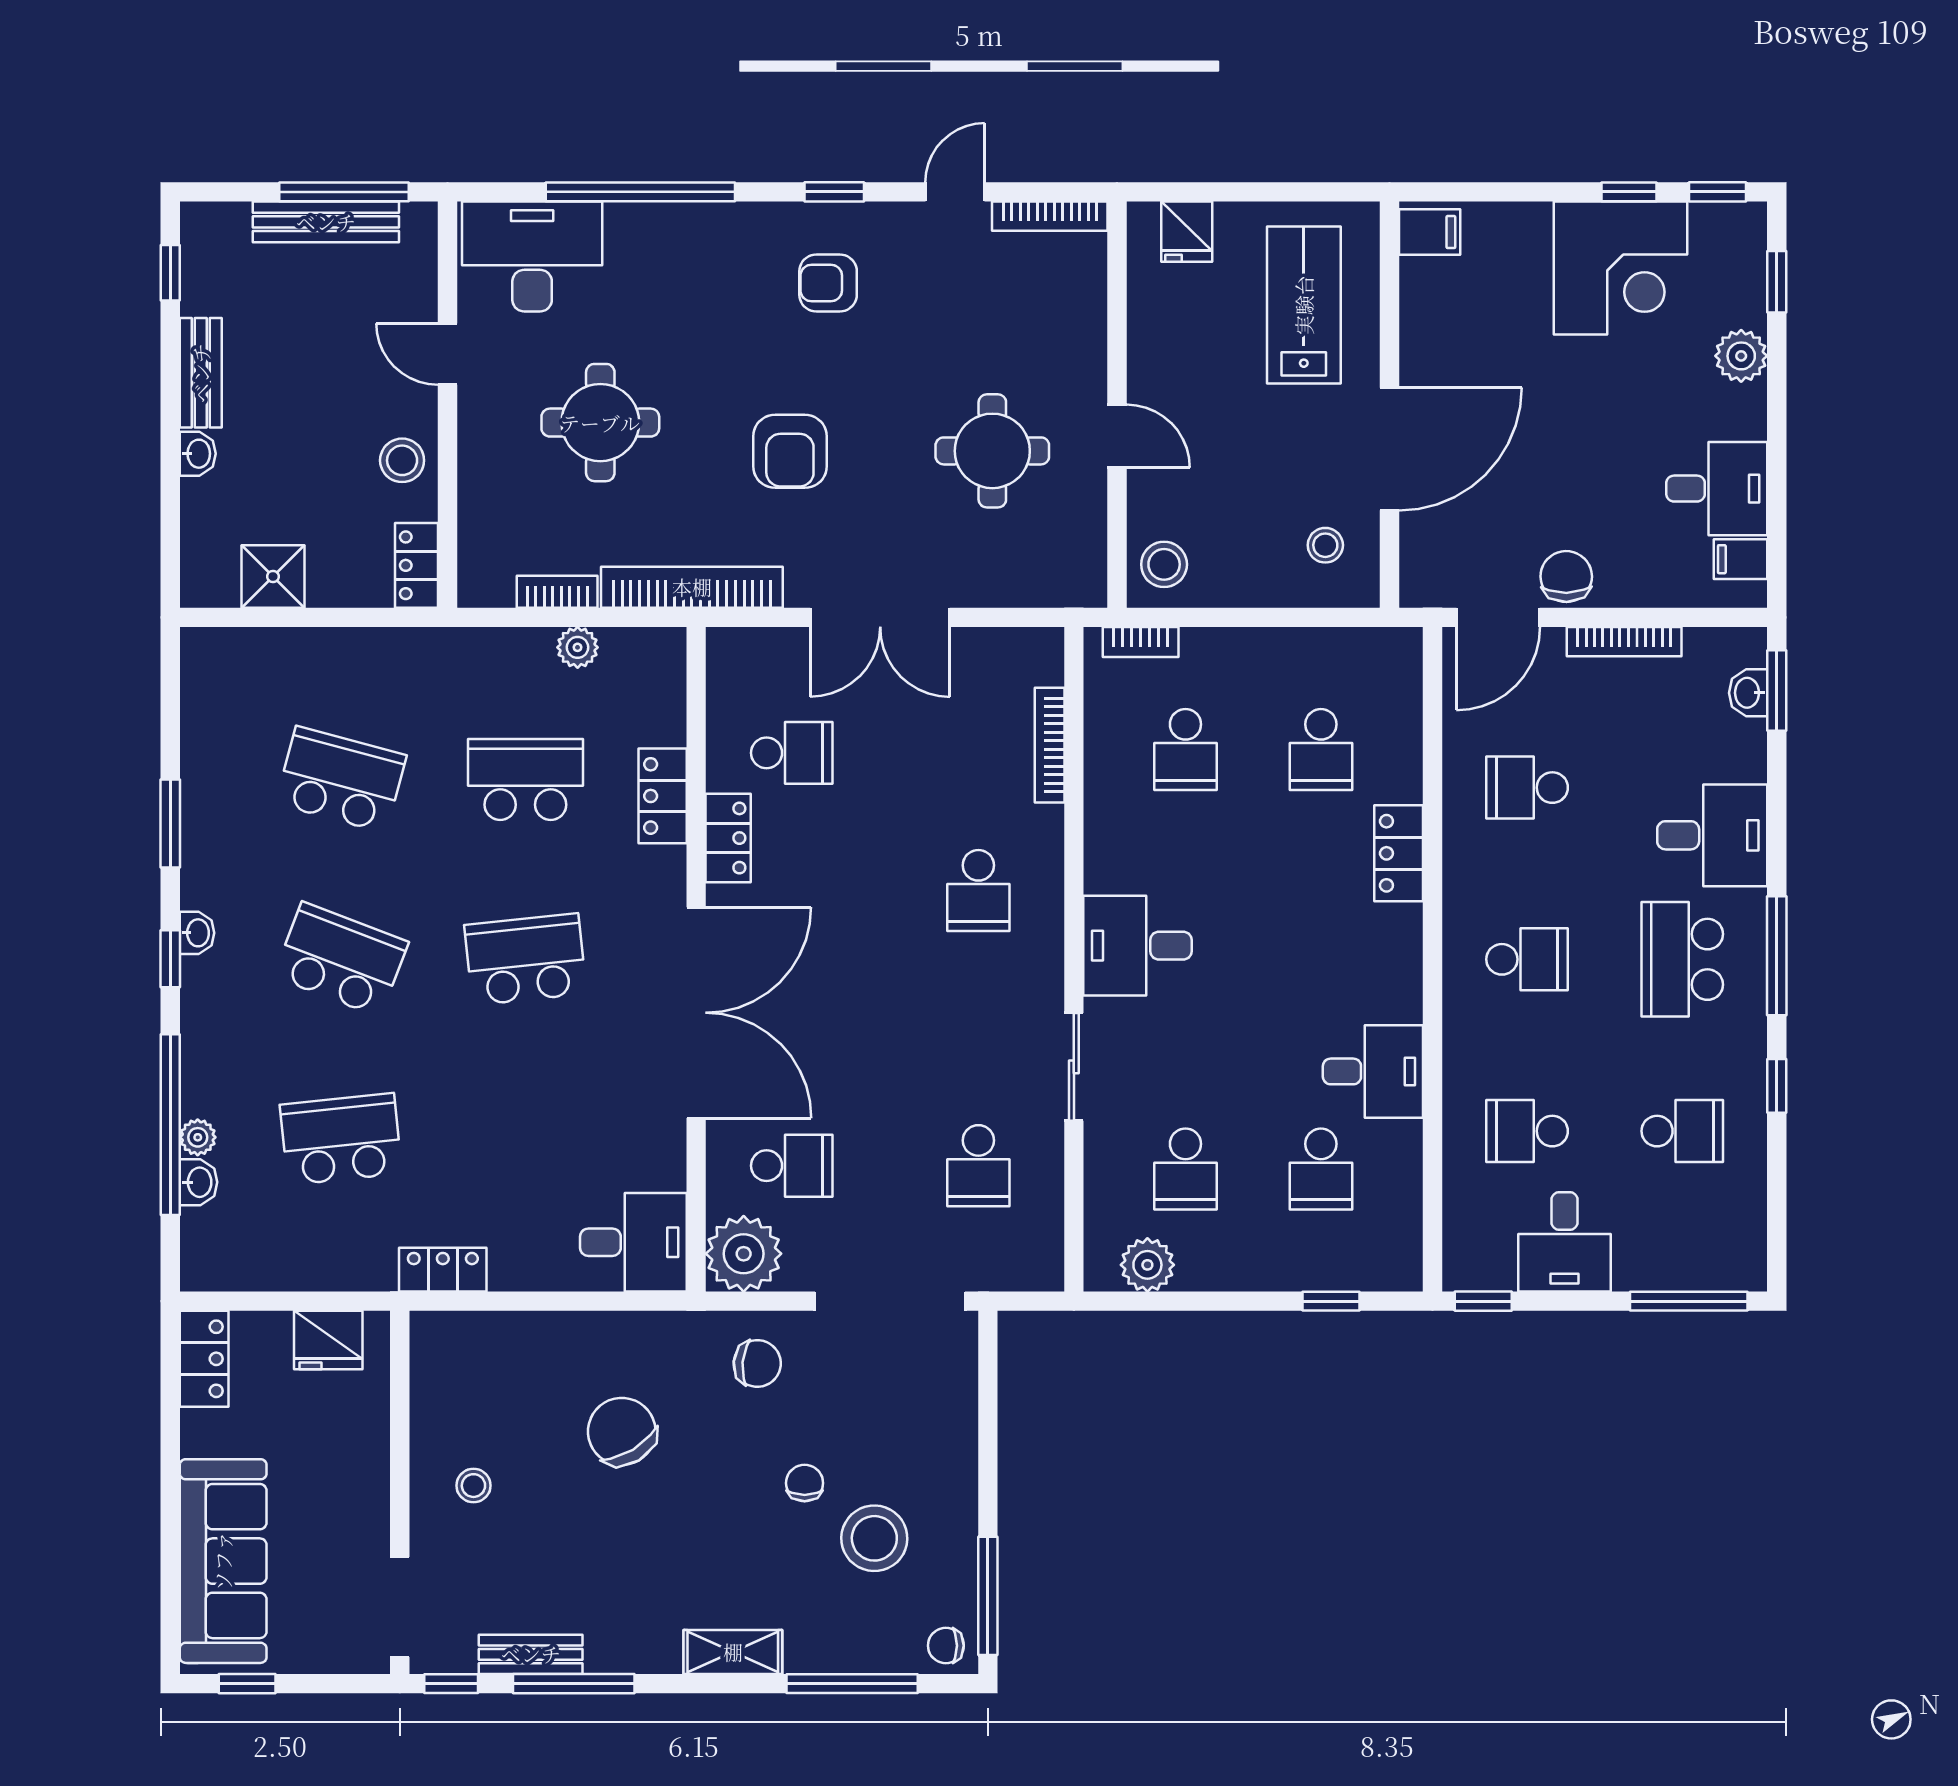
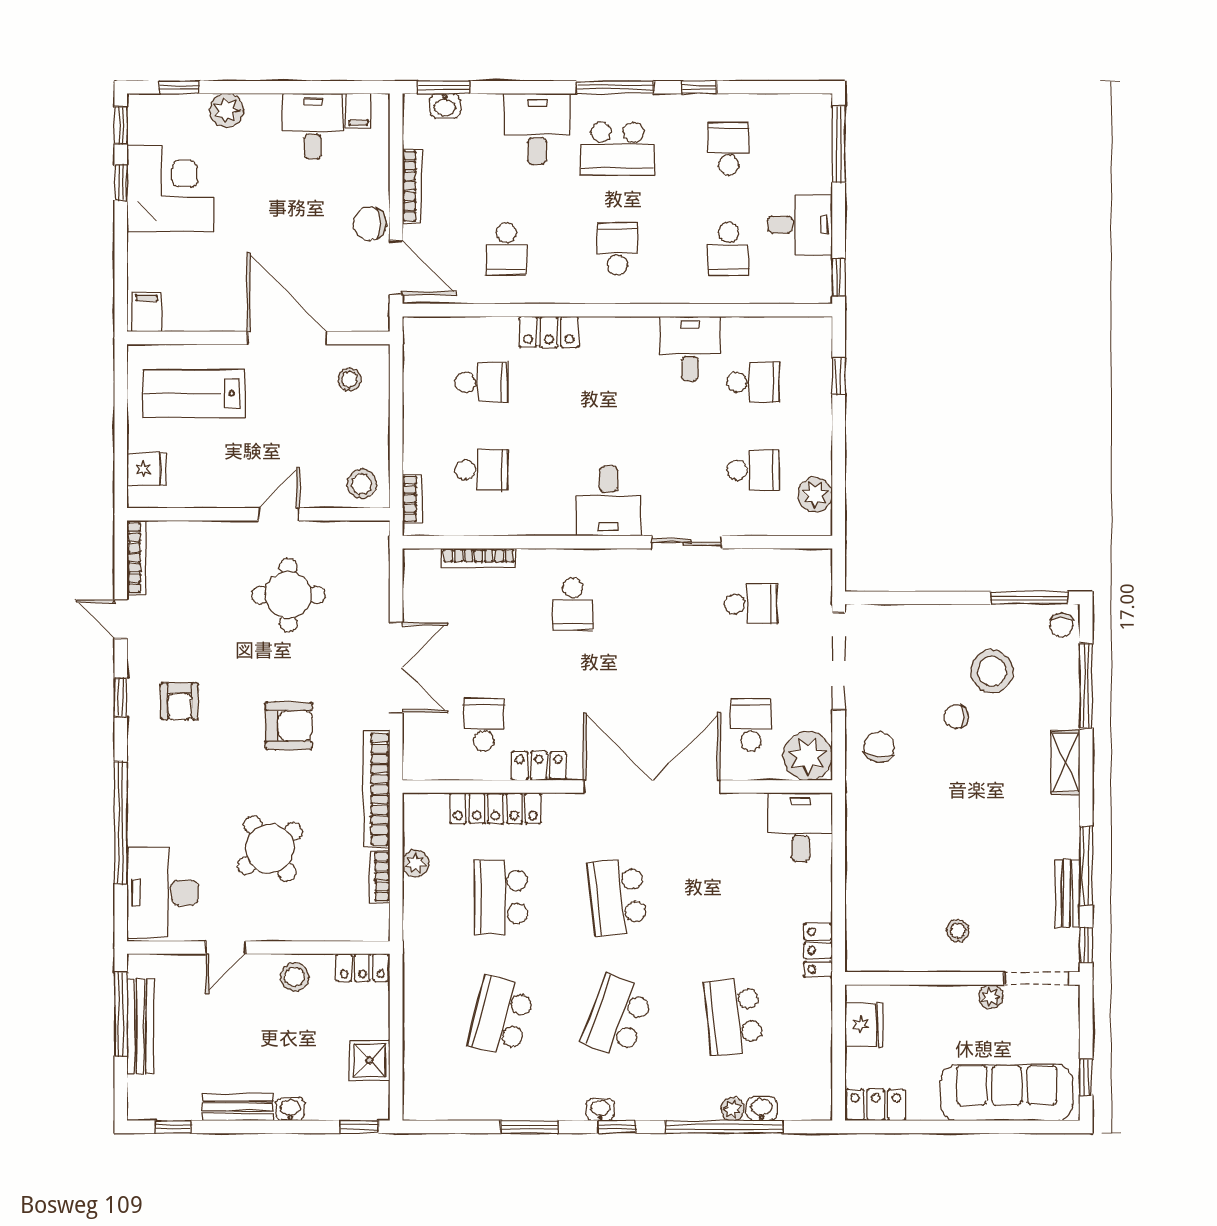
round table: (600, 423) -> (270, 849), turned -36
window: (170, 561) -> (359, 1127), added
locker: (663, 796) -> (495, 808), width x1.53
school desk: (978, 890) -> (573, 604), turned 90
chair: (622, 1431) -> (923, 835), removed
plant: (371, 1537) -> (991, 997), added

